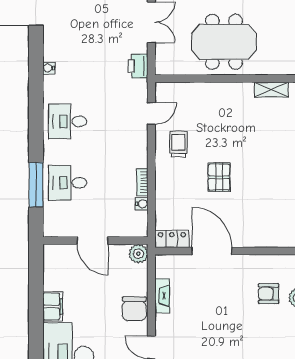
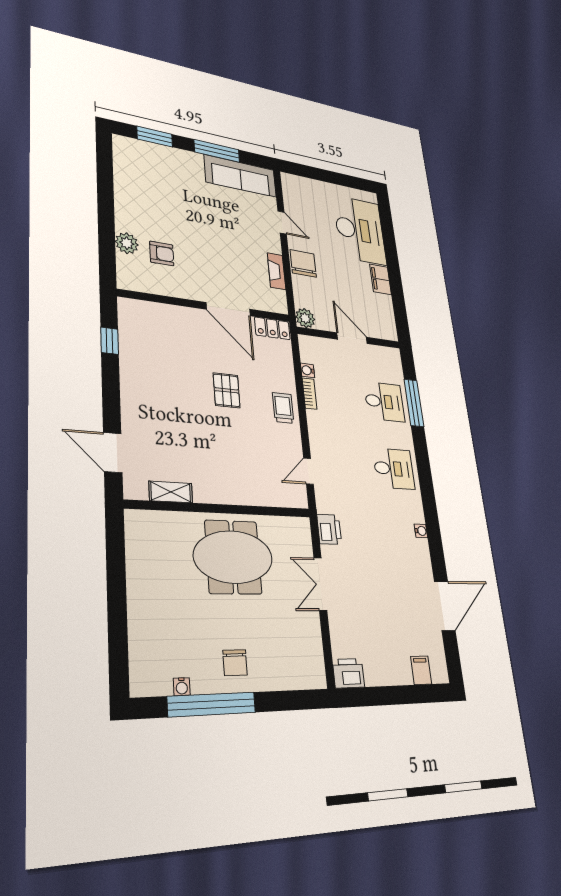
trolley: (178, 144) -> (283, 408), moved, turned 180

